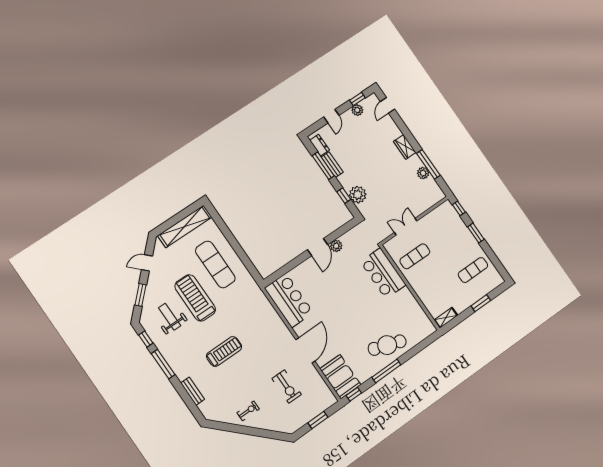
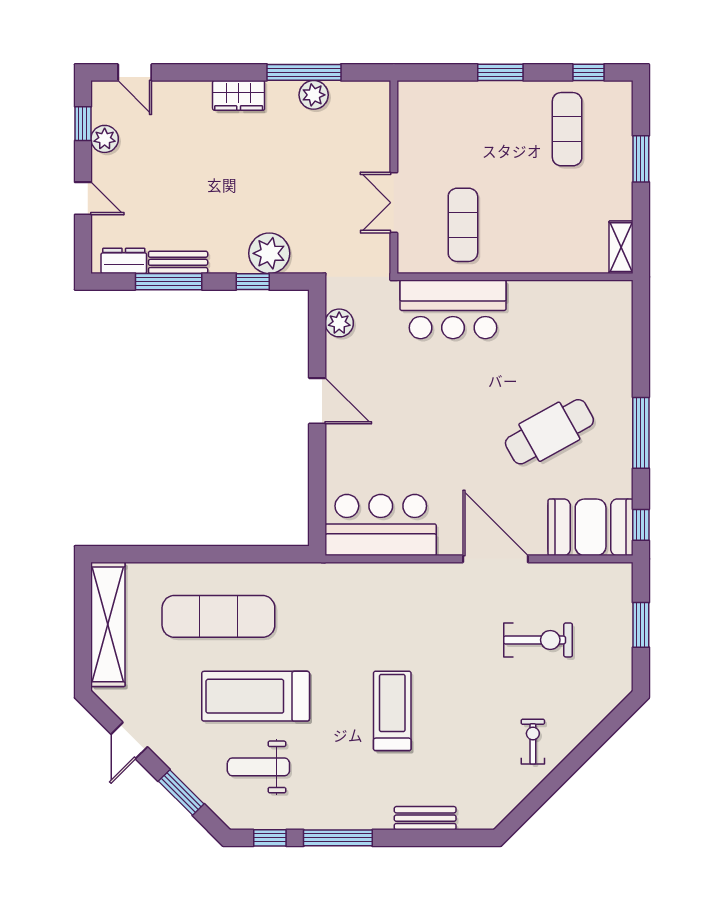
window: (459, 208) -> (588, 72), moved
plant: (336, 246) -> (339, 323), moved
cafe table: (387, 345) -> (549, 432), moved, turned 42

